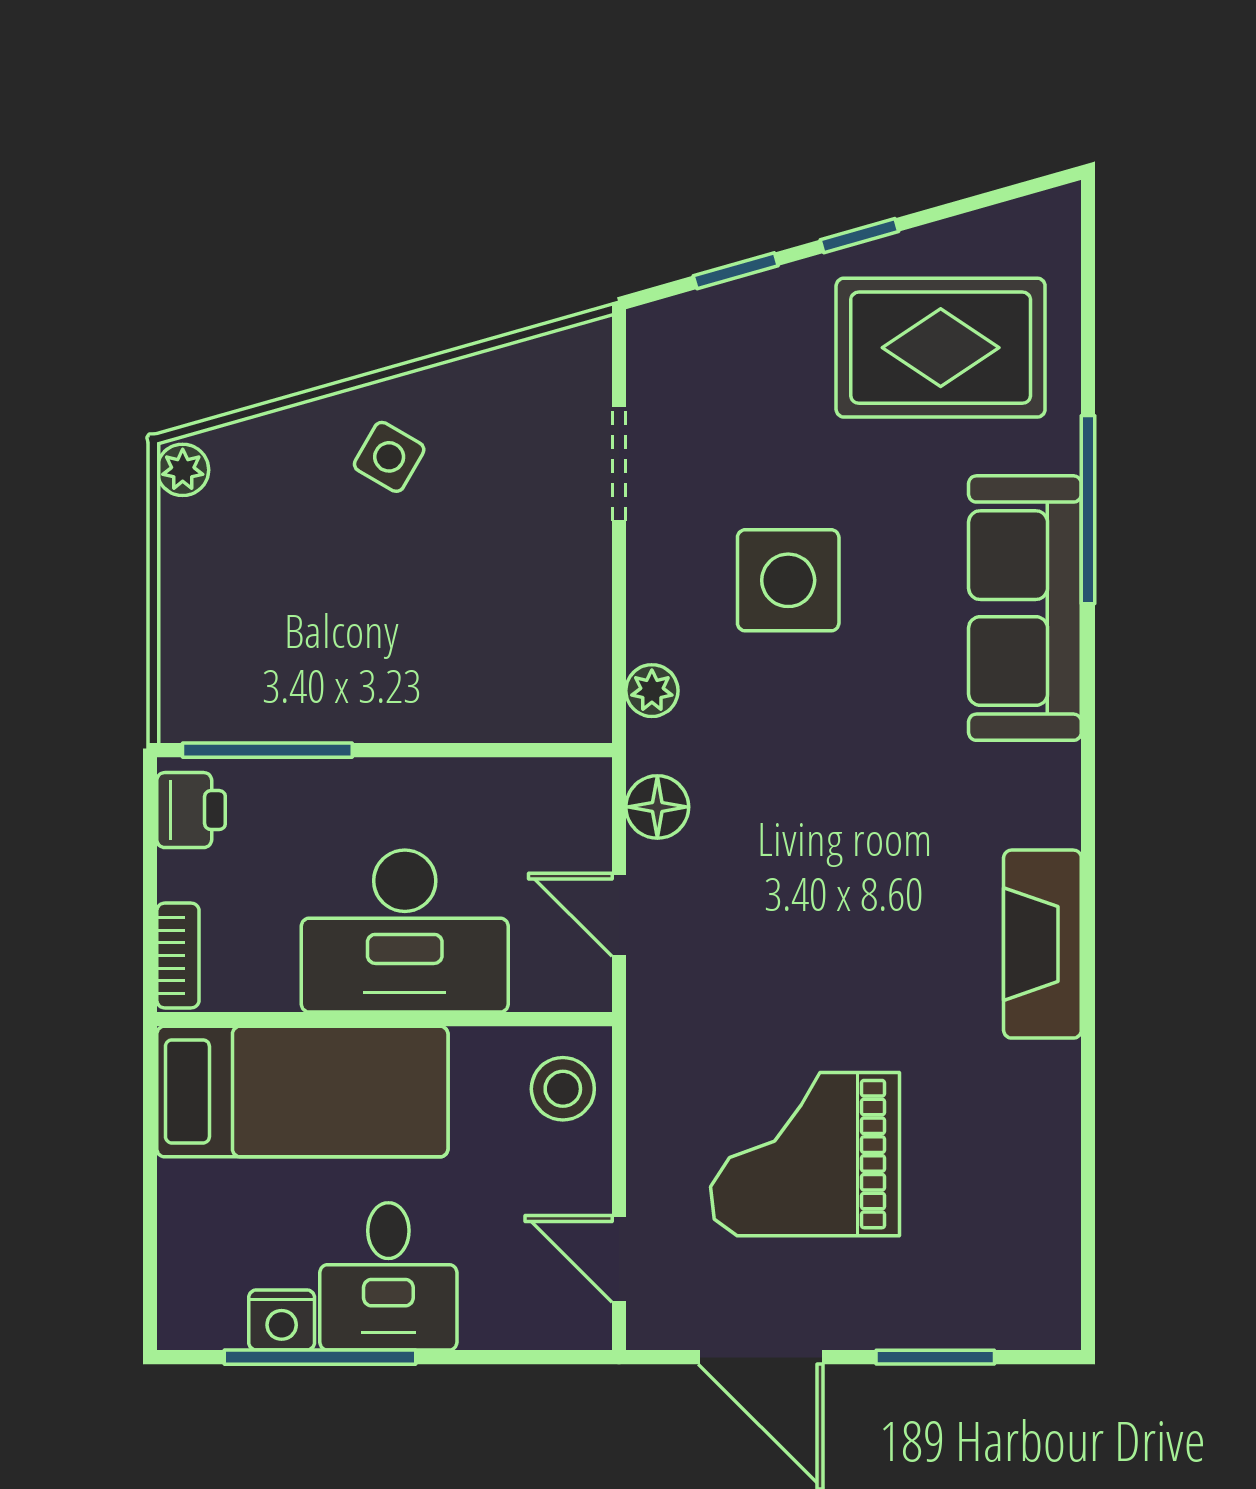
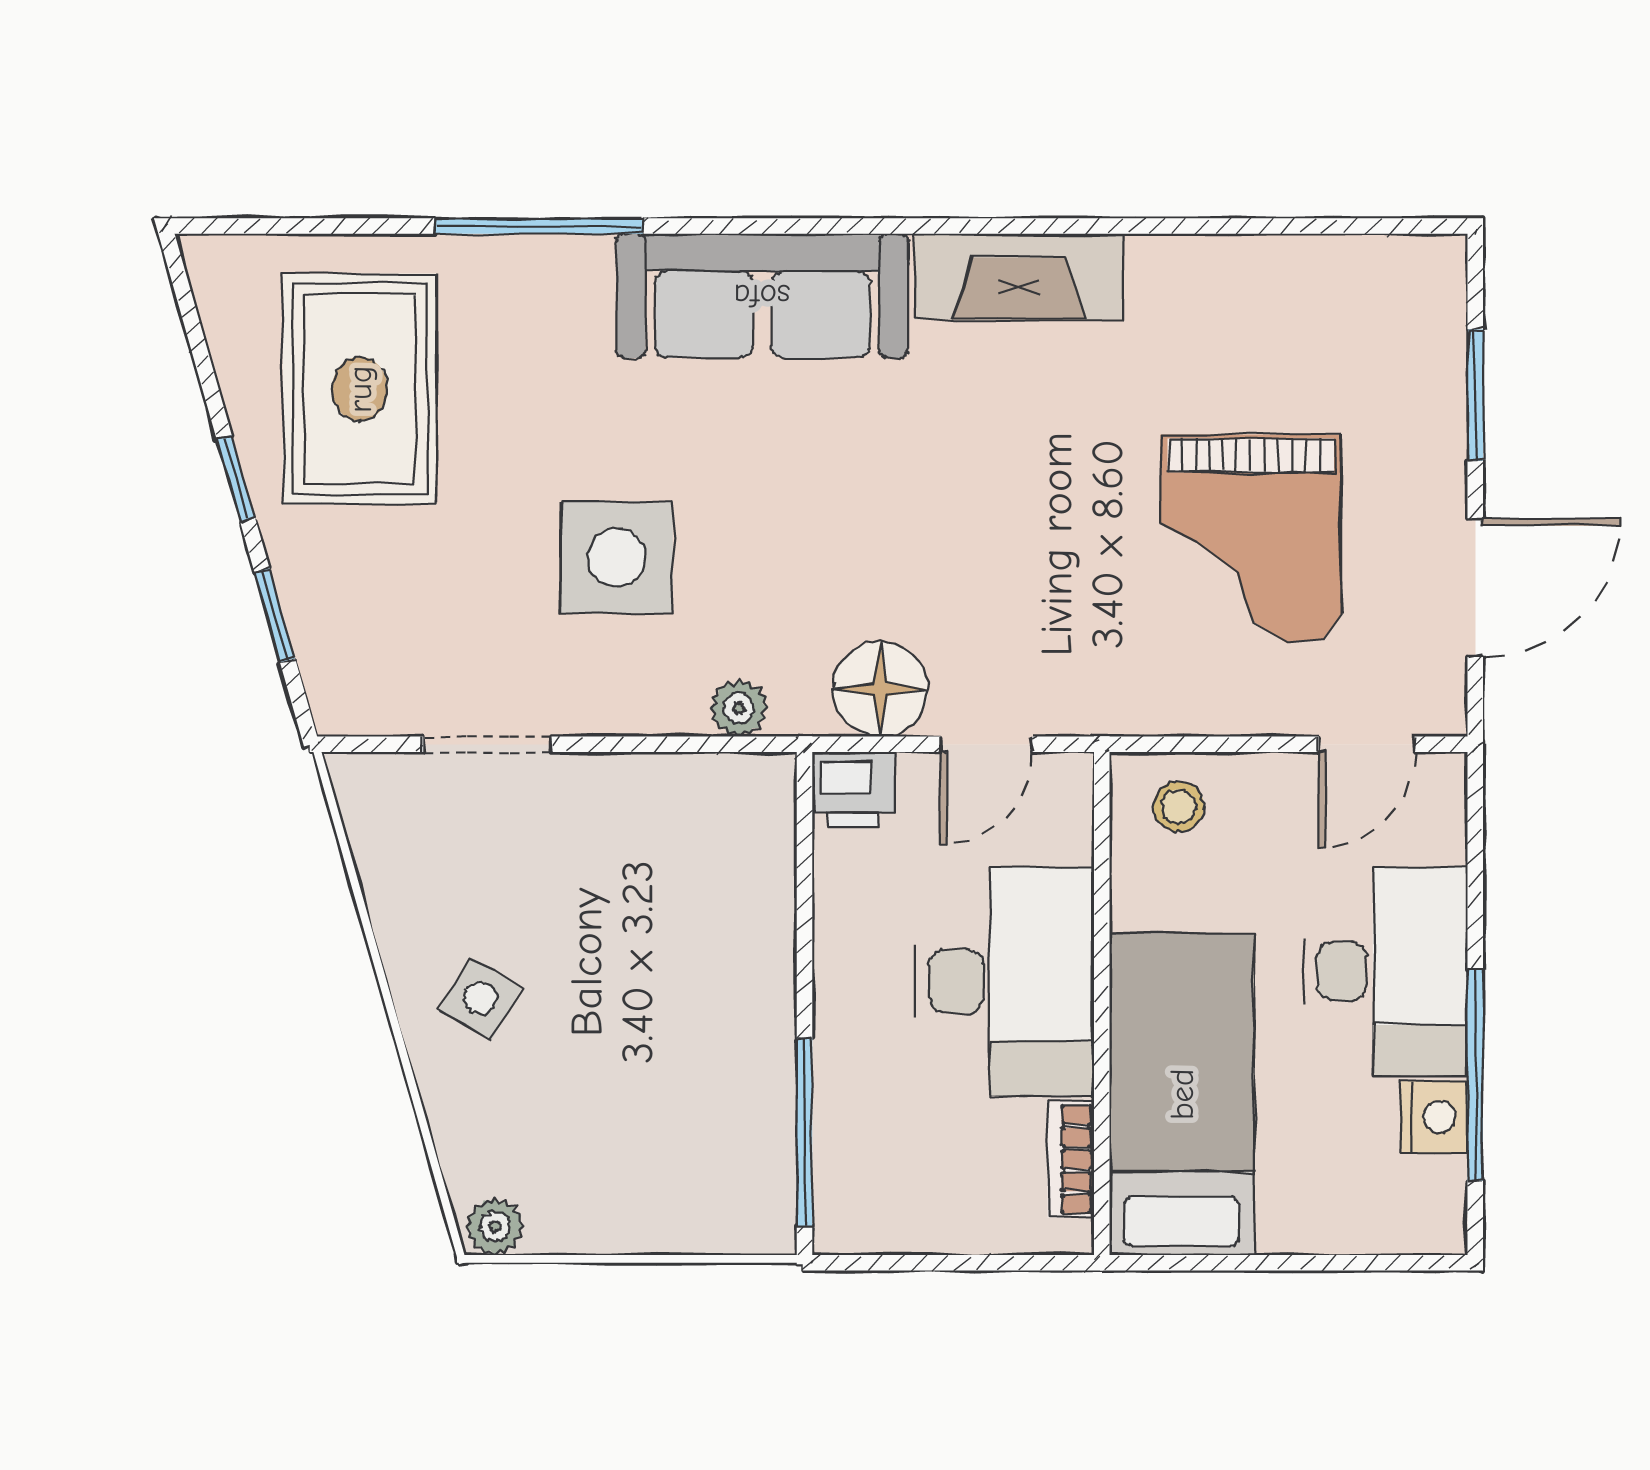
sofa: (1025, 608) -> (762, 296), moved
floor lamp: (657, 807) -> (880, 689), width x1.38, depth x1.38
printer: (191, 810) -> (854, 790), moved, turned 180
bookcase: (178, 955) -> (1071, 1159), moved, turned -90
stool: (563, 1089) -> (1179, 806), width x0.73, depth x0.73
desk: (388, 1276) -> (1386, 971), width x1.37

